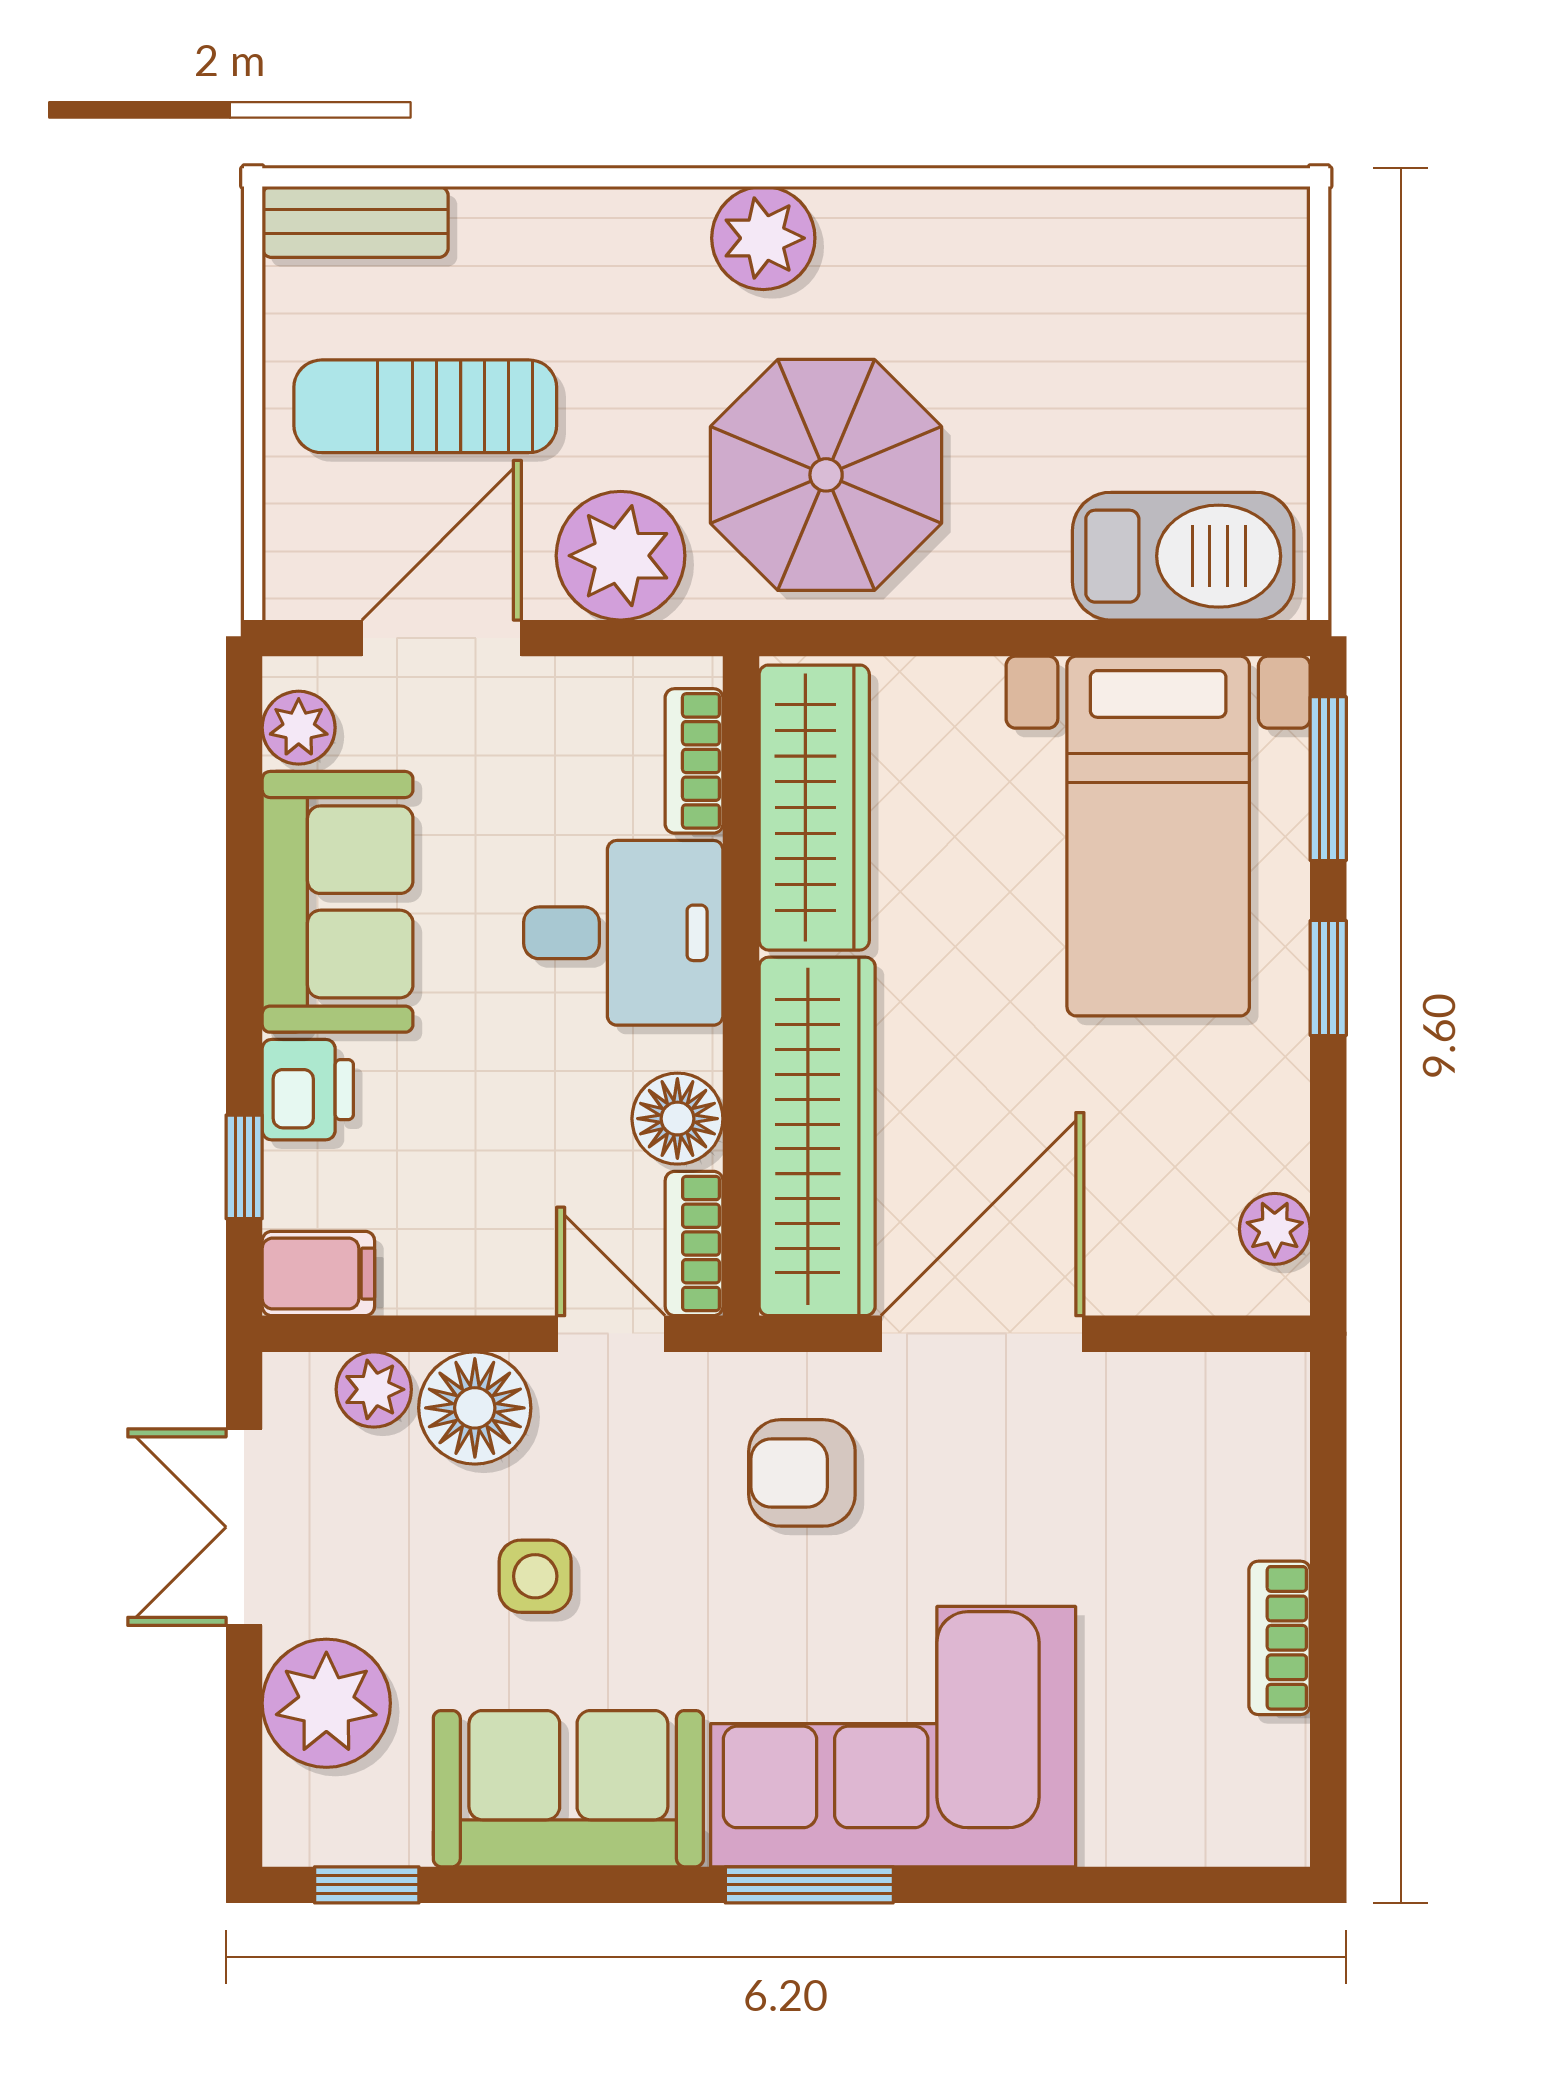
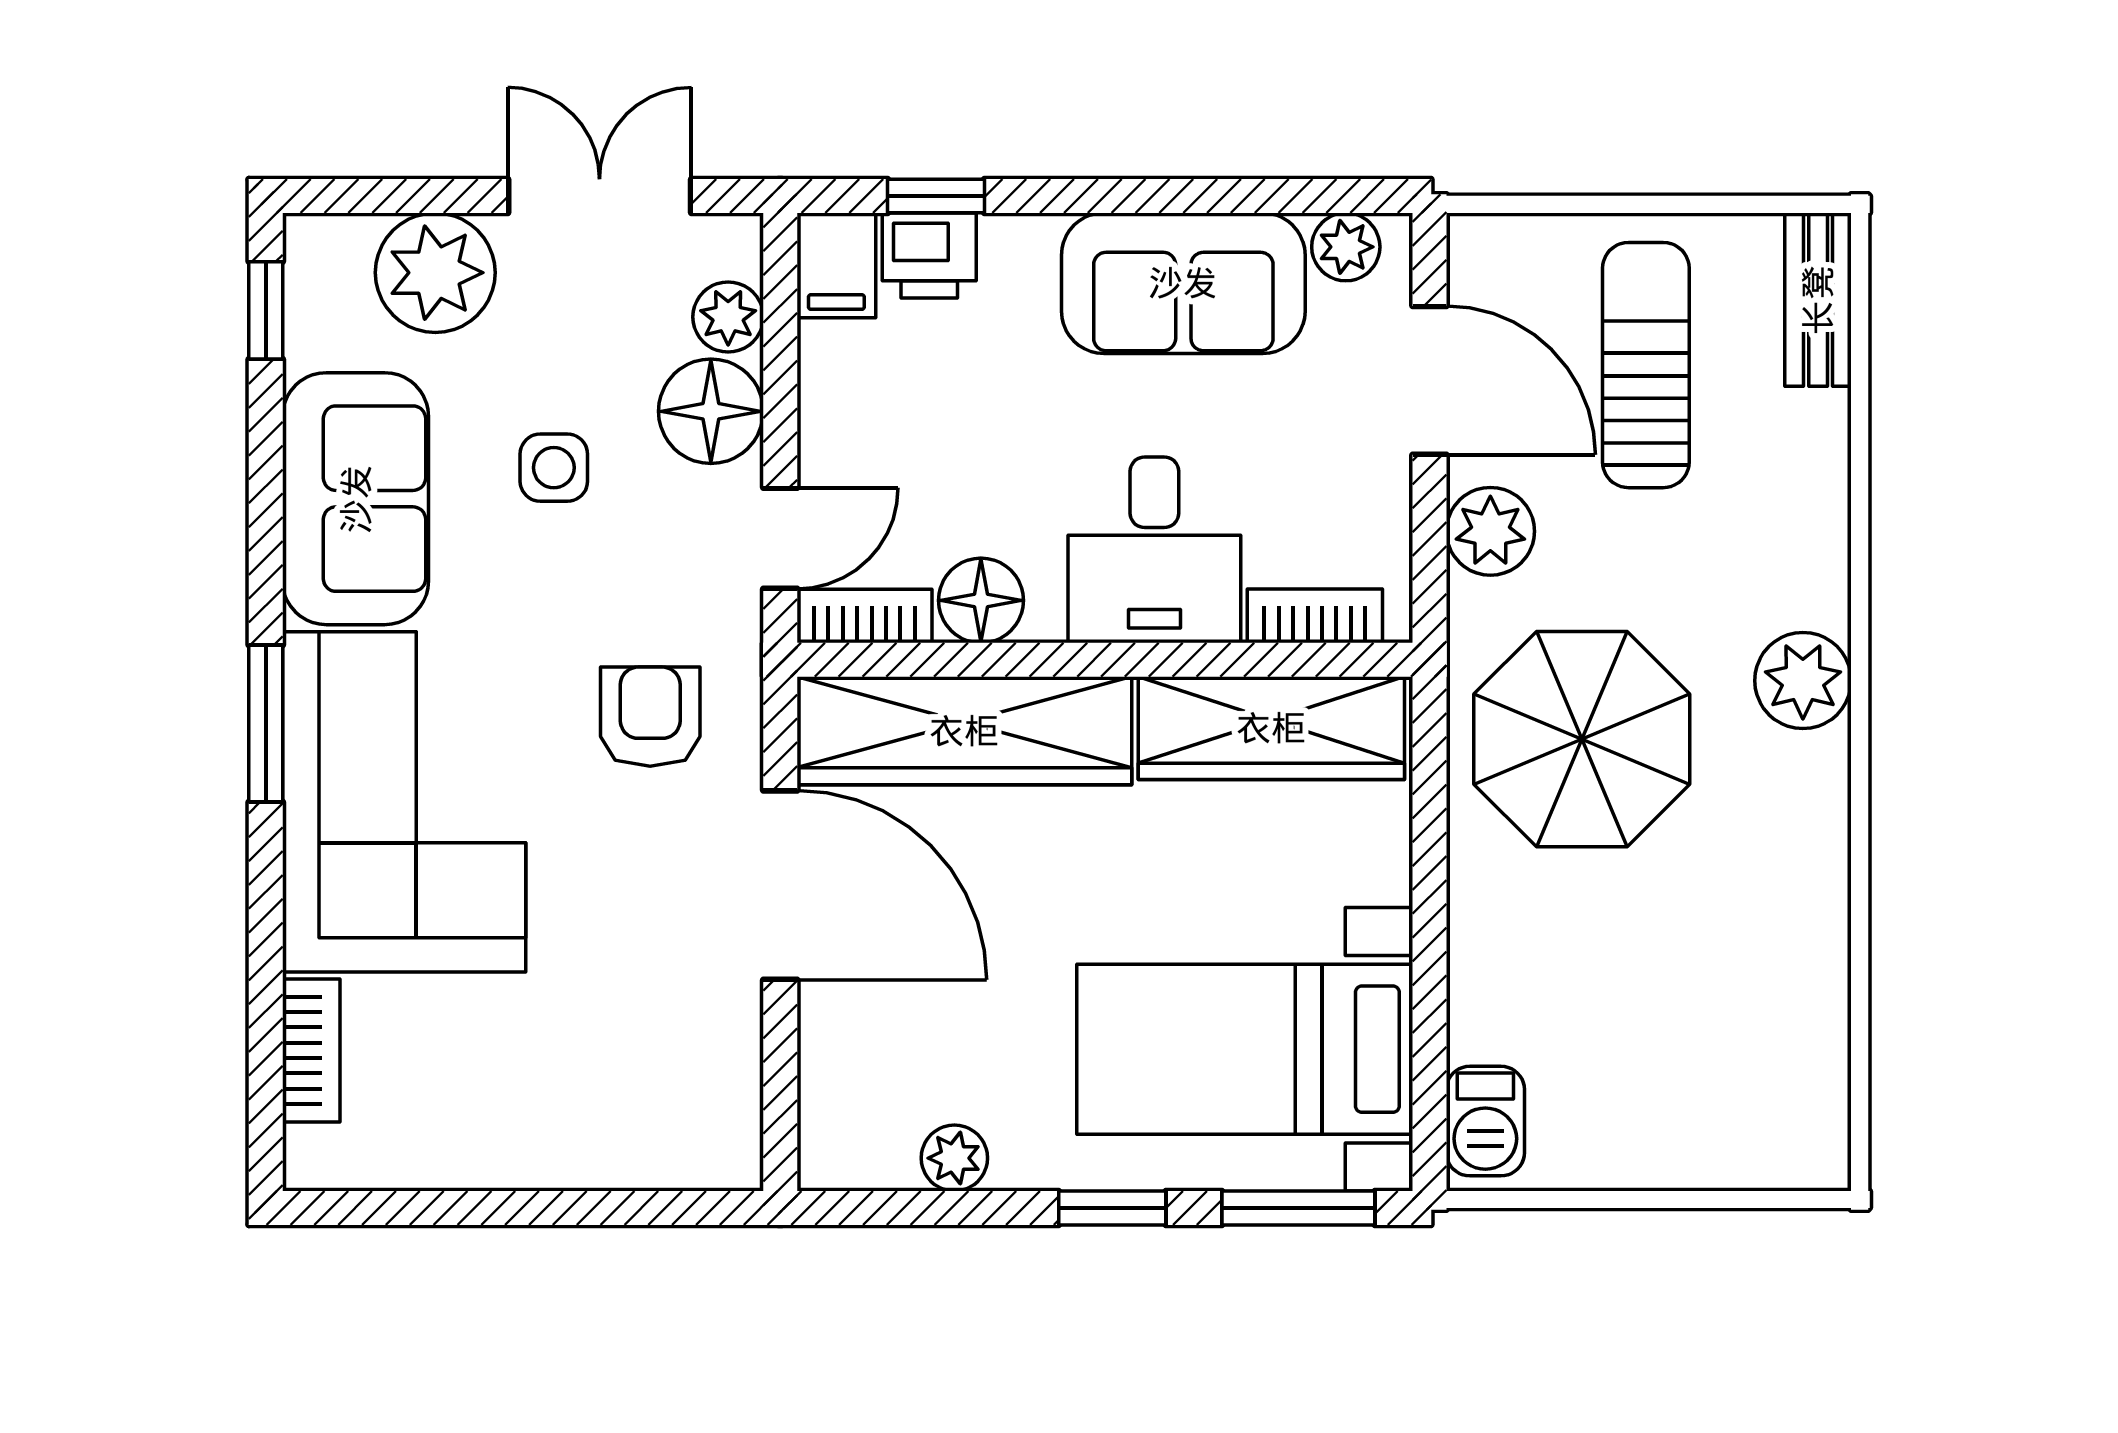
plant: (621, 556) -> (1490, 531), width x0.73, depth x0.73
barbecue: (1183, 556) -> (1485, 1121), width x0.53, depth x0.65
printer: (308, 1090) -> (929, 255), moved
plant: (1275, 1229) -> (954, 1158), moved
bookcase: (1279, 1638) -> (311, 1050), moved, turned 90

